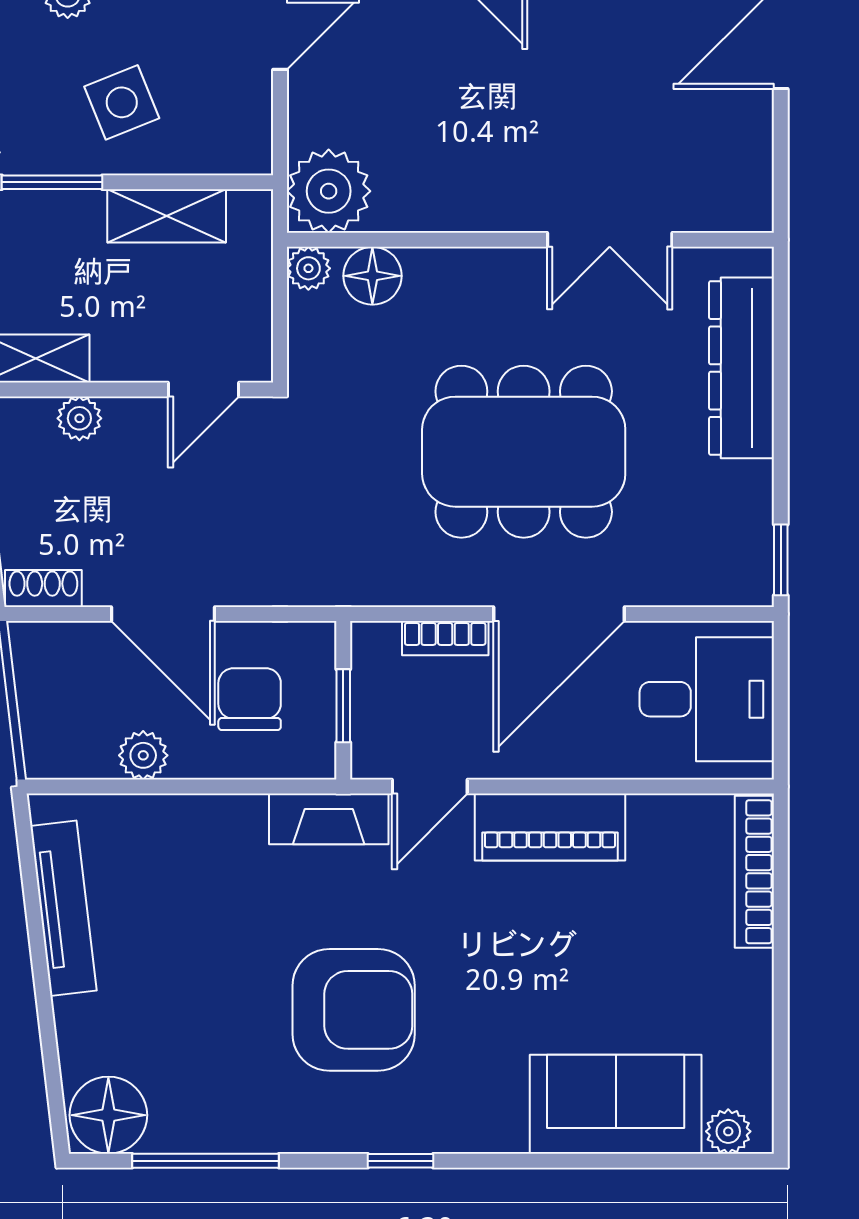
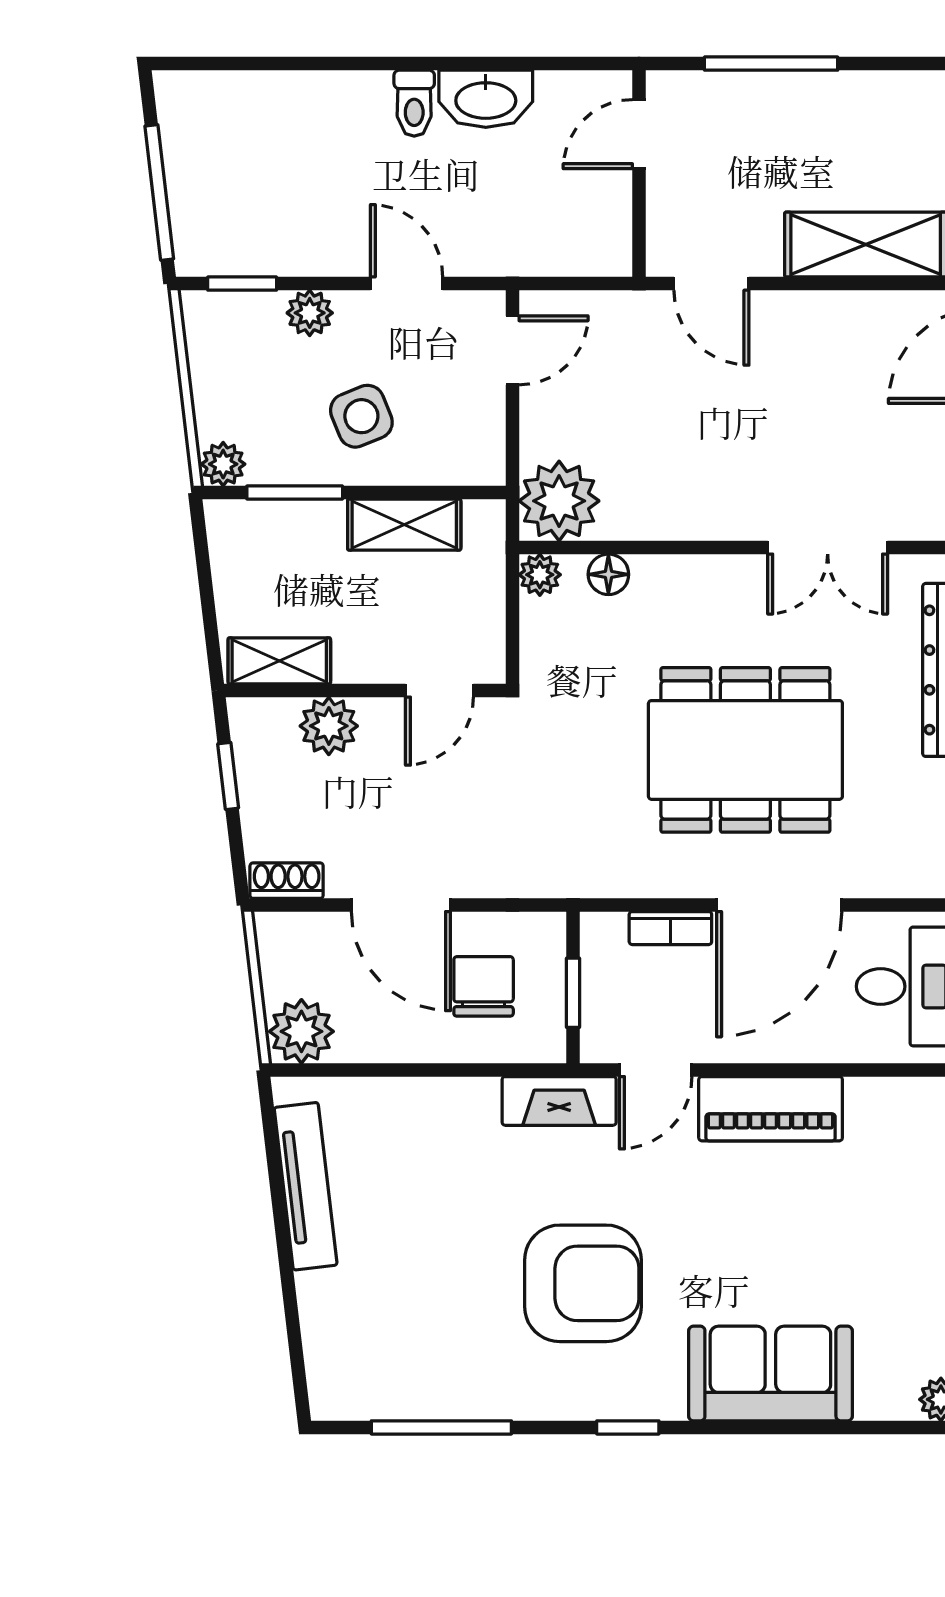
floor lamp: (372, 276) -> (608, 574), width x0.73, depth x0.73
plant: (79, 418) -> (329, 726), width x1.38, depth x1.38
plant: (143, 755) -> (301, 1031), moved, width x1.38, depth x1.38
sofa: (616, 1104) -> (770, 1374), moved
floor lamp: (108, 1115) -> (349, 1384), removed

